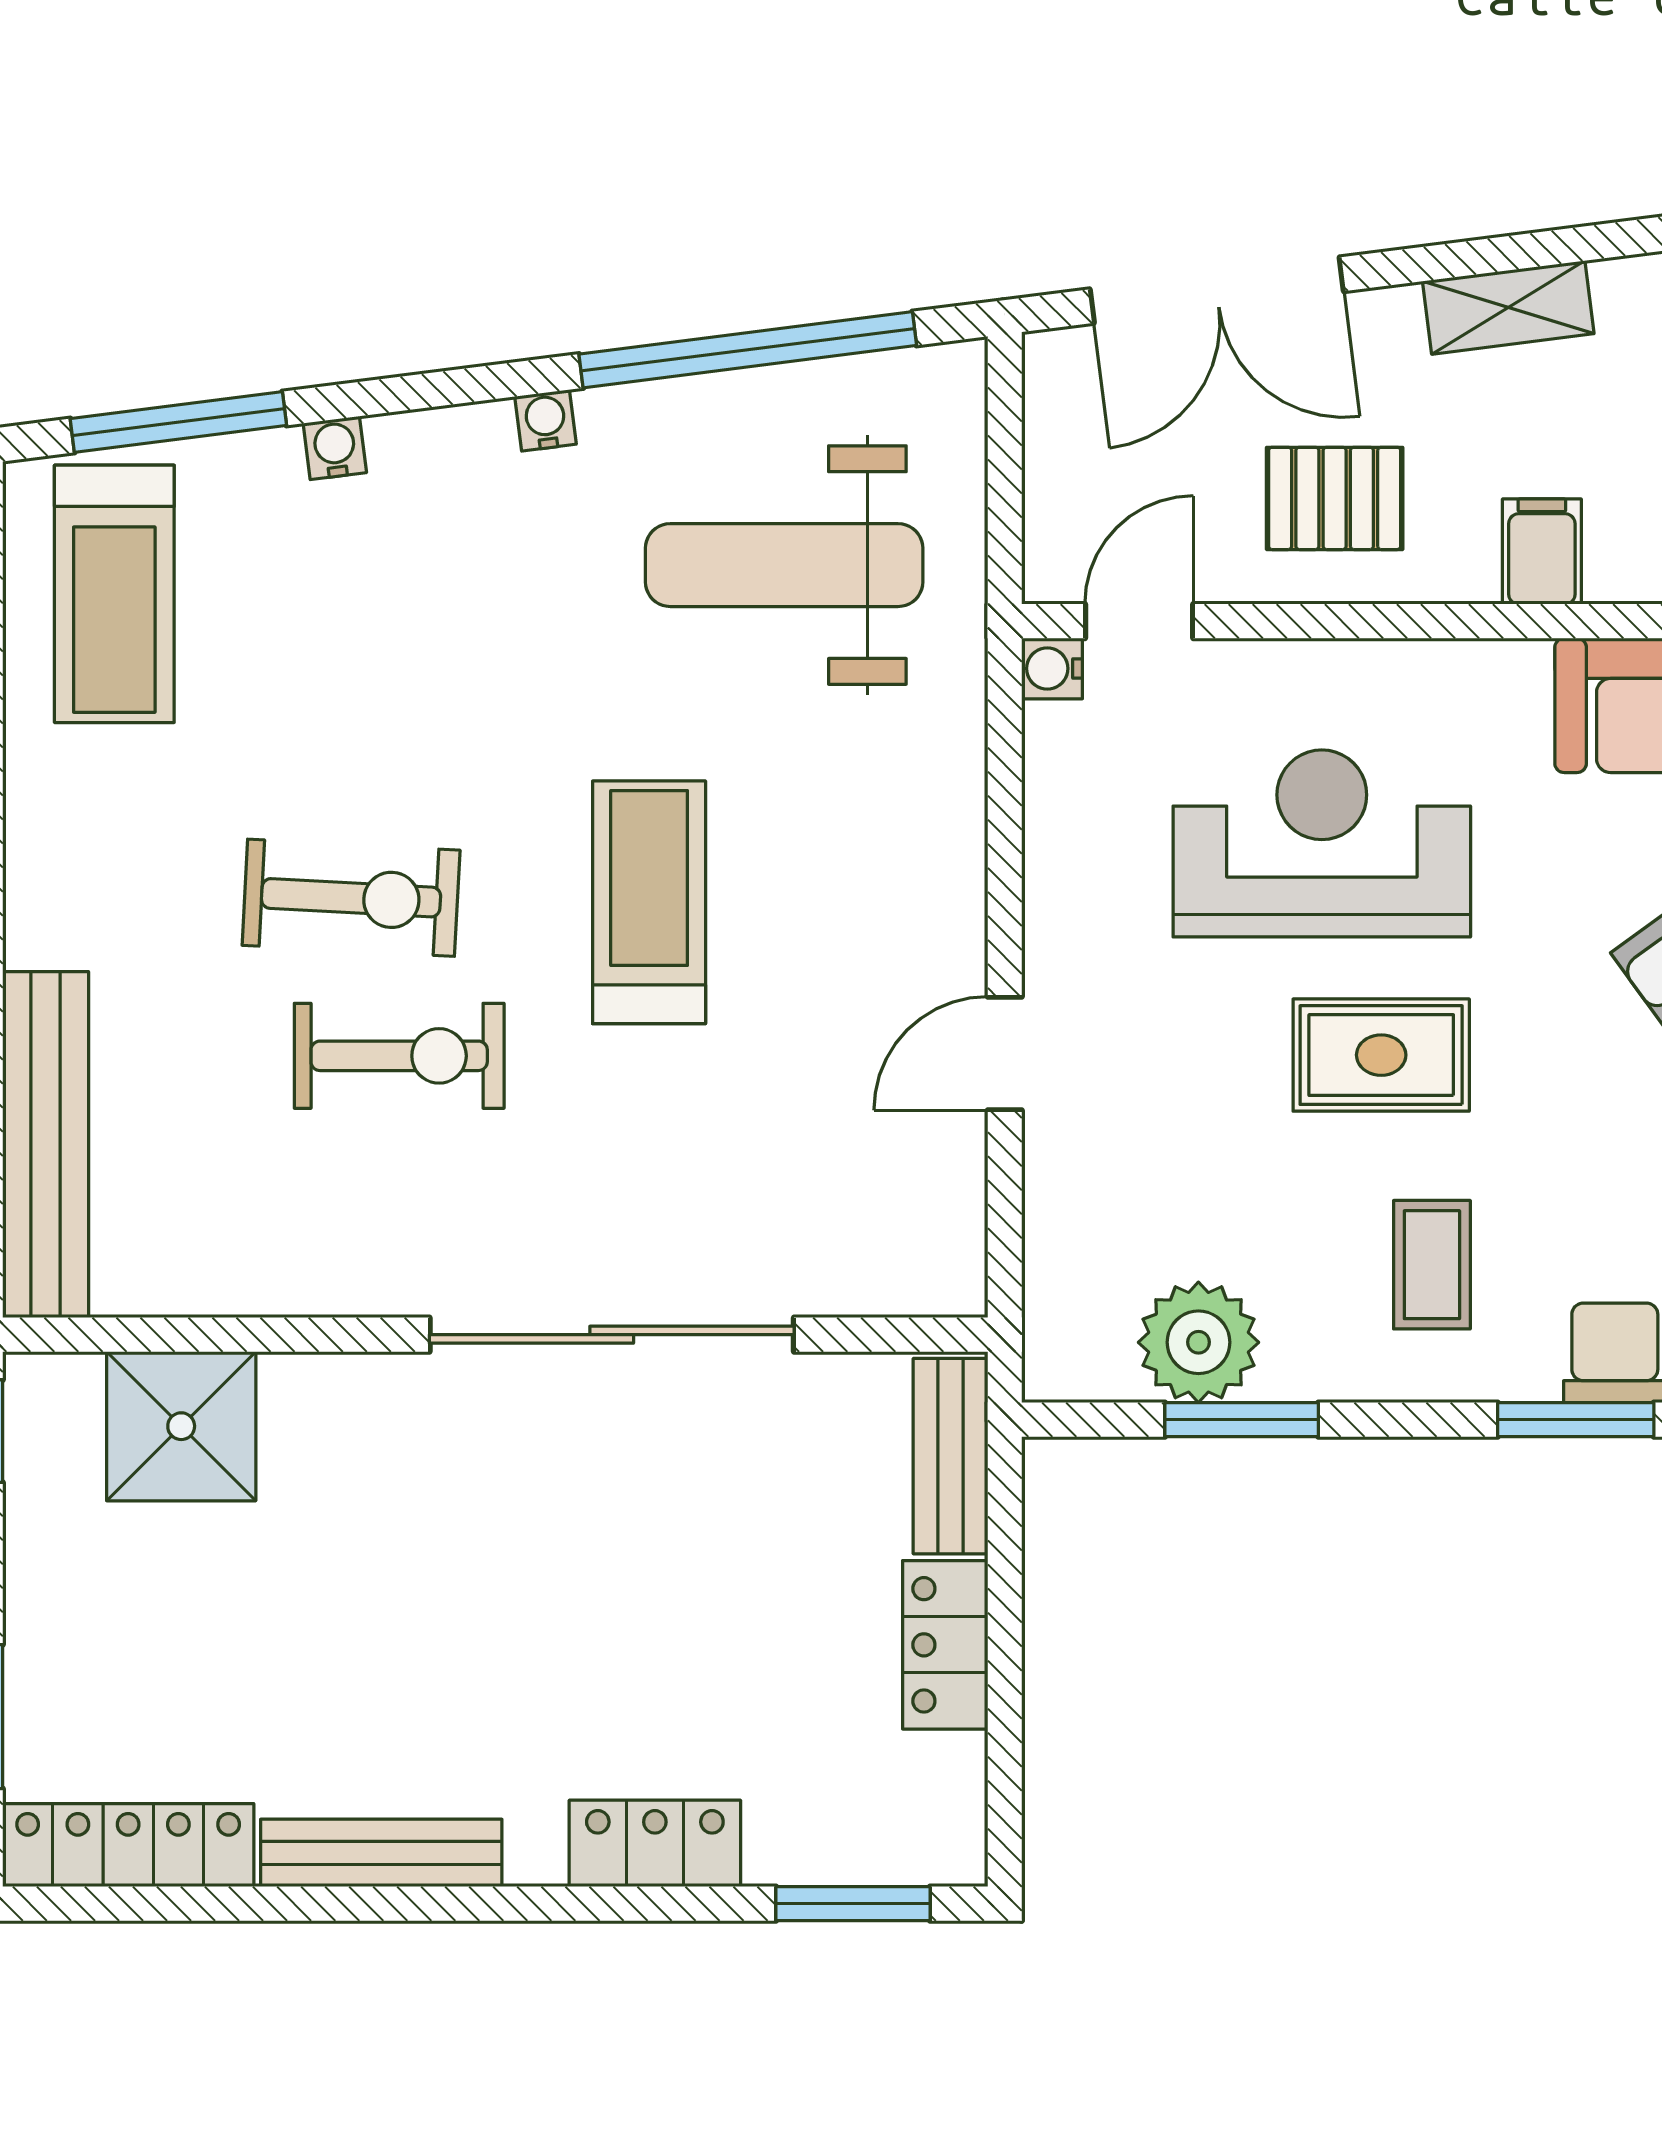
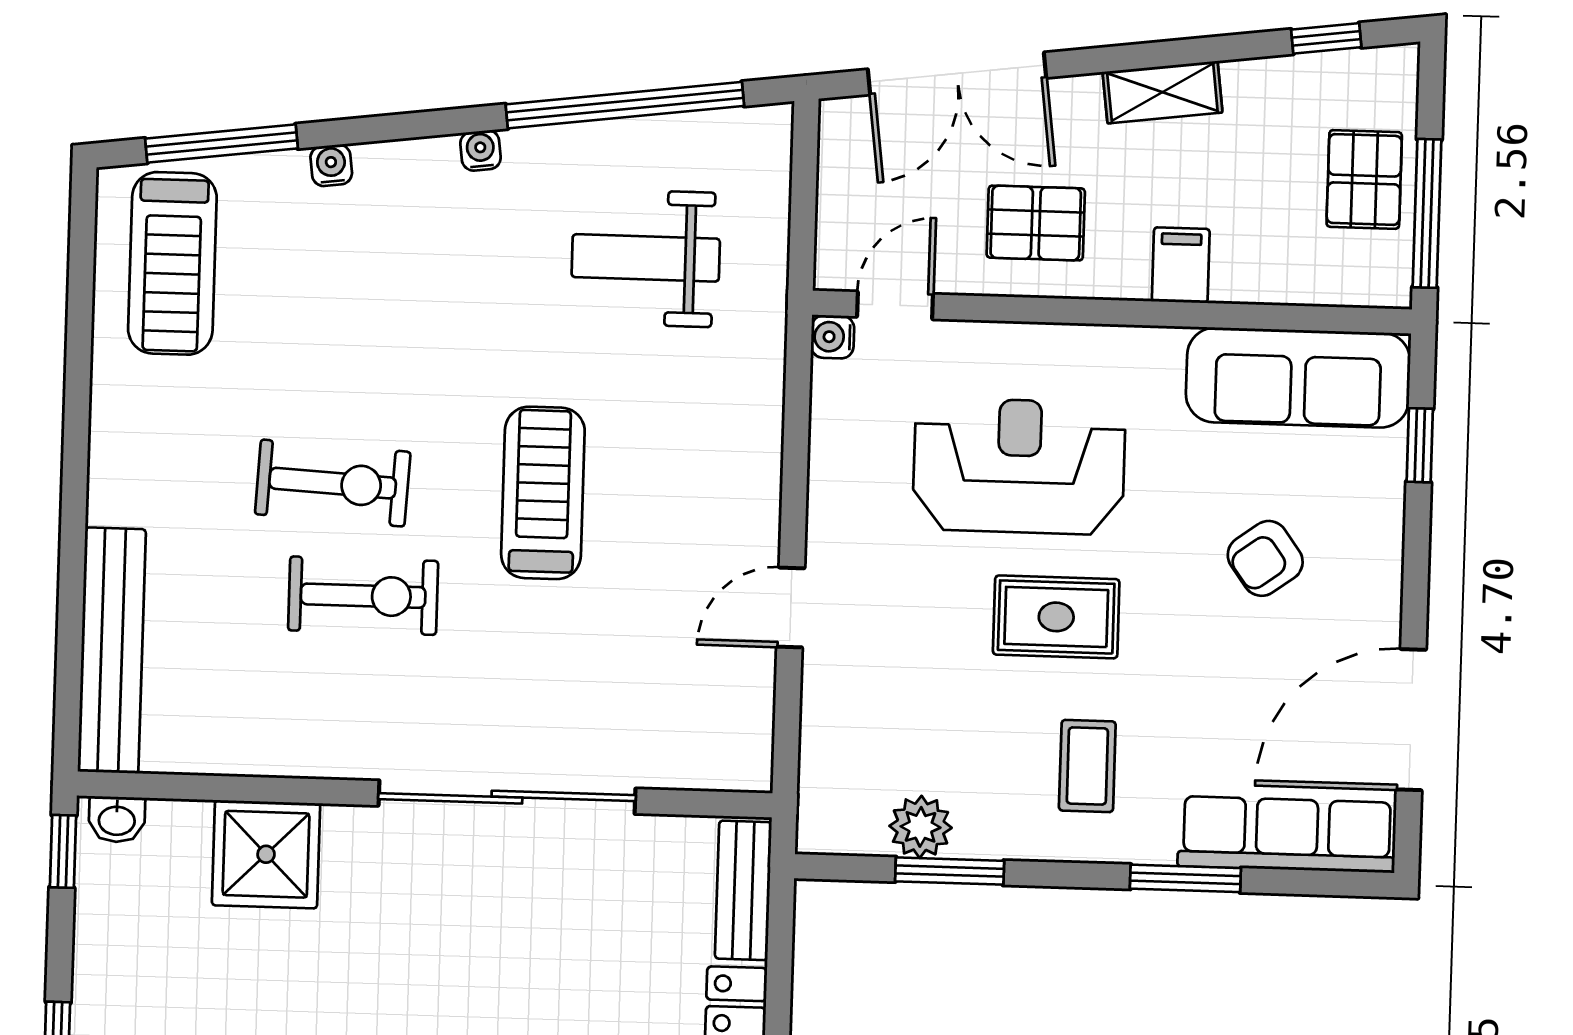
weight bench: (784, 565) -> (646, 258), width x0.73, depth x0.75
plant: (1198, 1342) -> (921, 827), width x0.73, depth x0.73
washbasin: (60, 1384) -> (117, 819), added
shower: (181, 1426) -> (266, 854), moved

